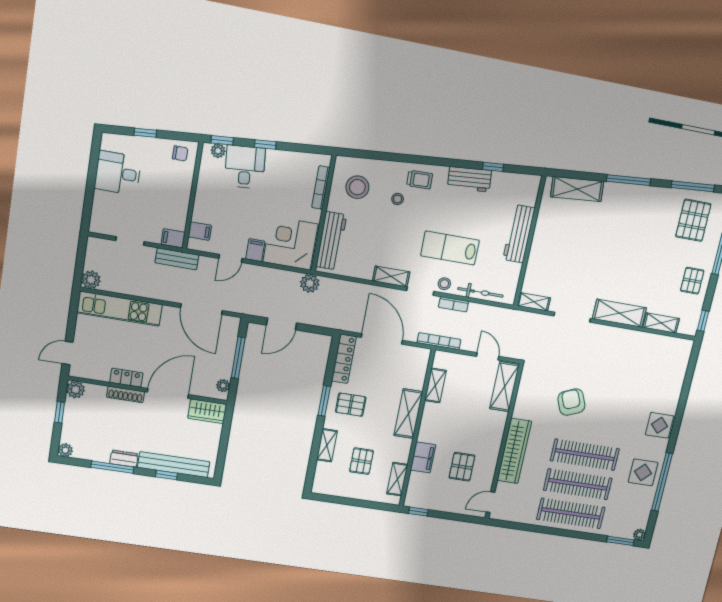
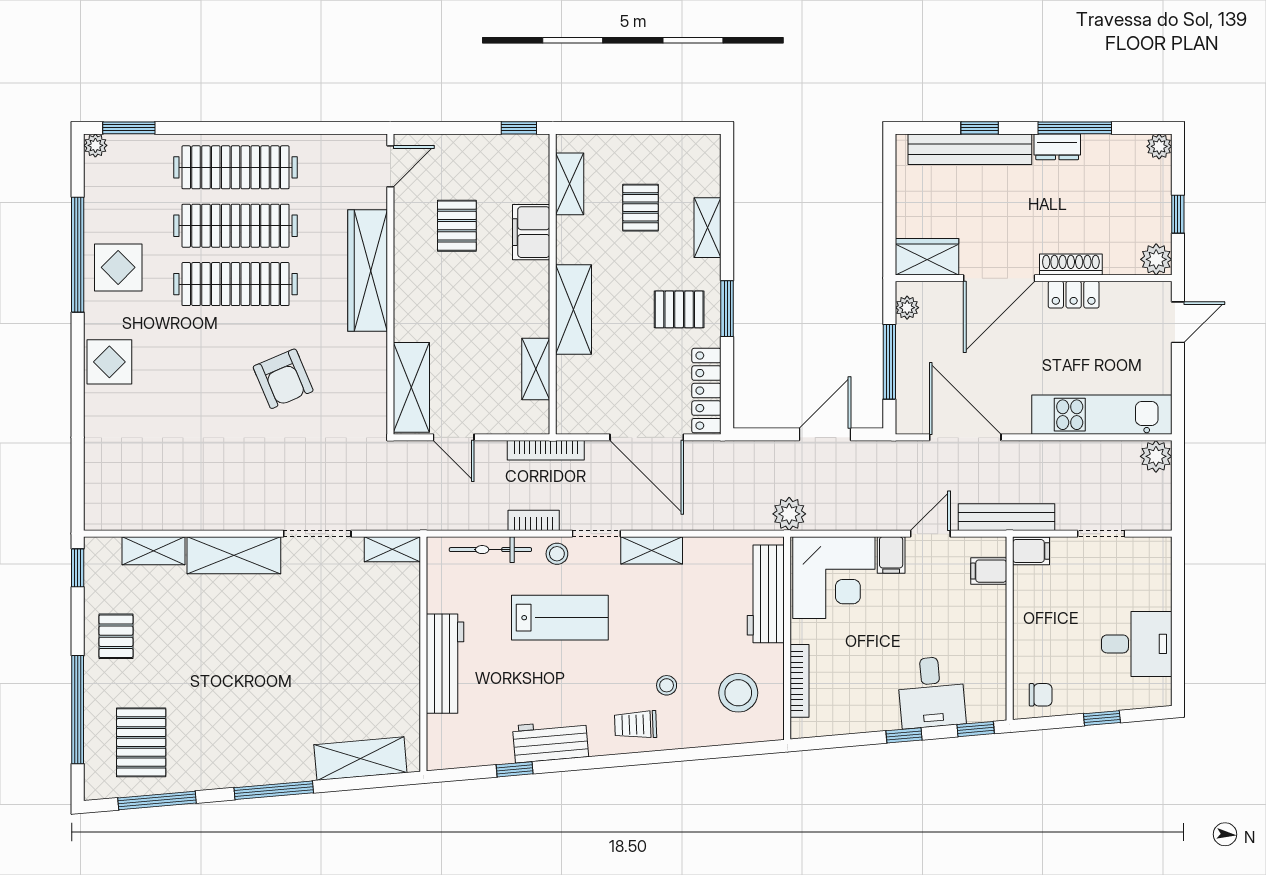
plant: (218, 151) -> (980, 711), removed
chair: (180, 153) -> (1041, 695), turned 180
bench: (177, 259) -> (1007, 517), width x1.36

